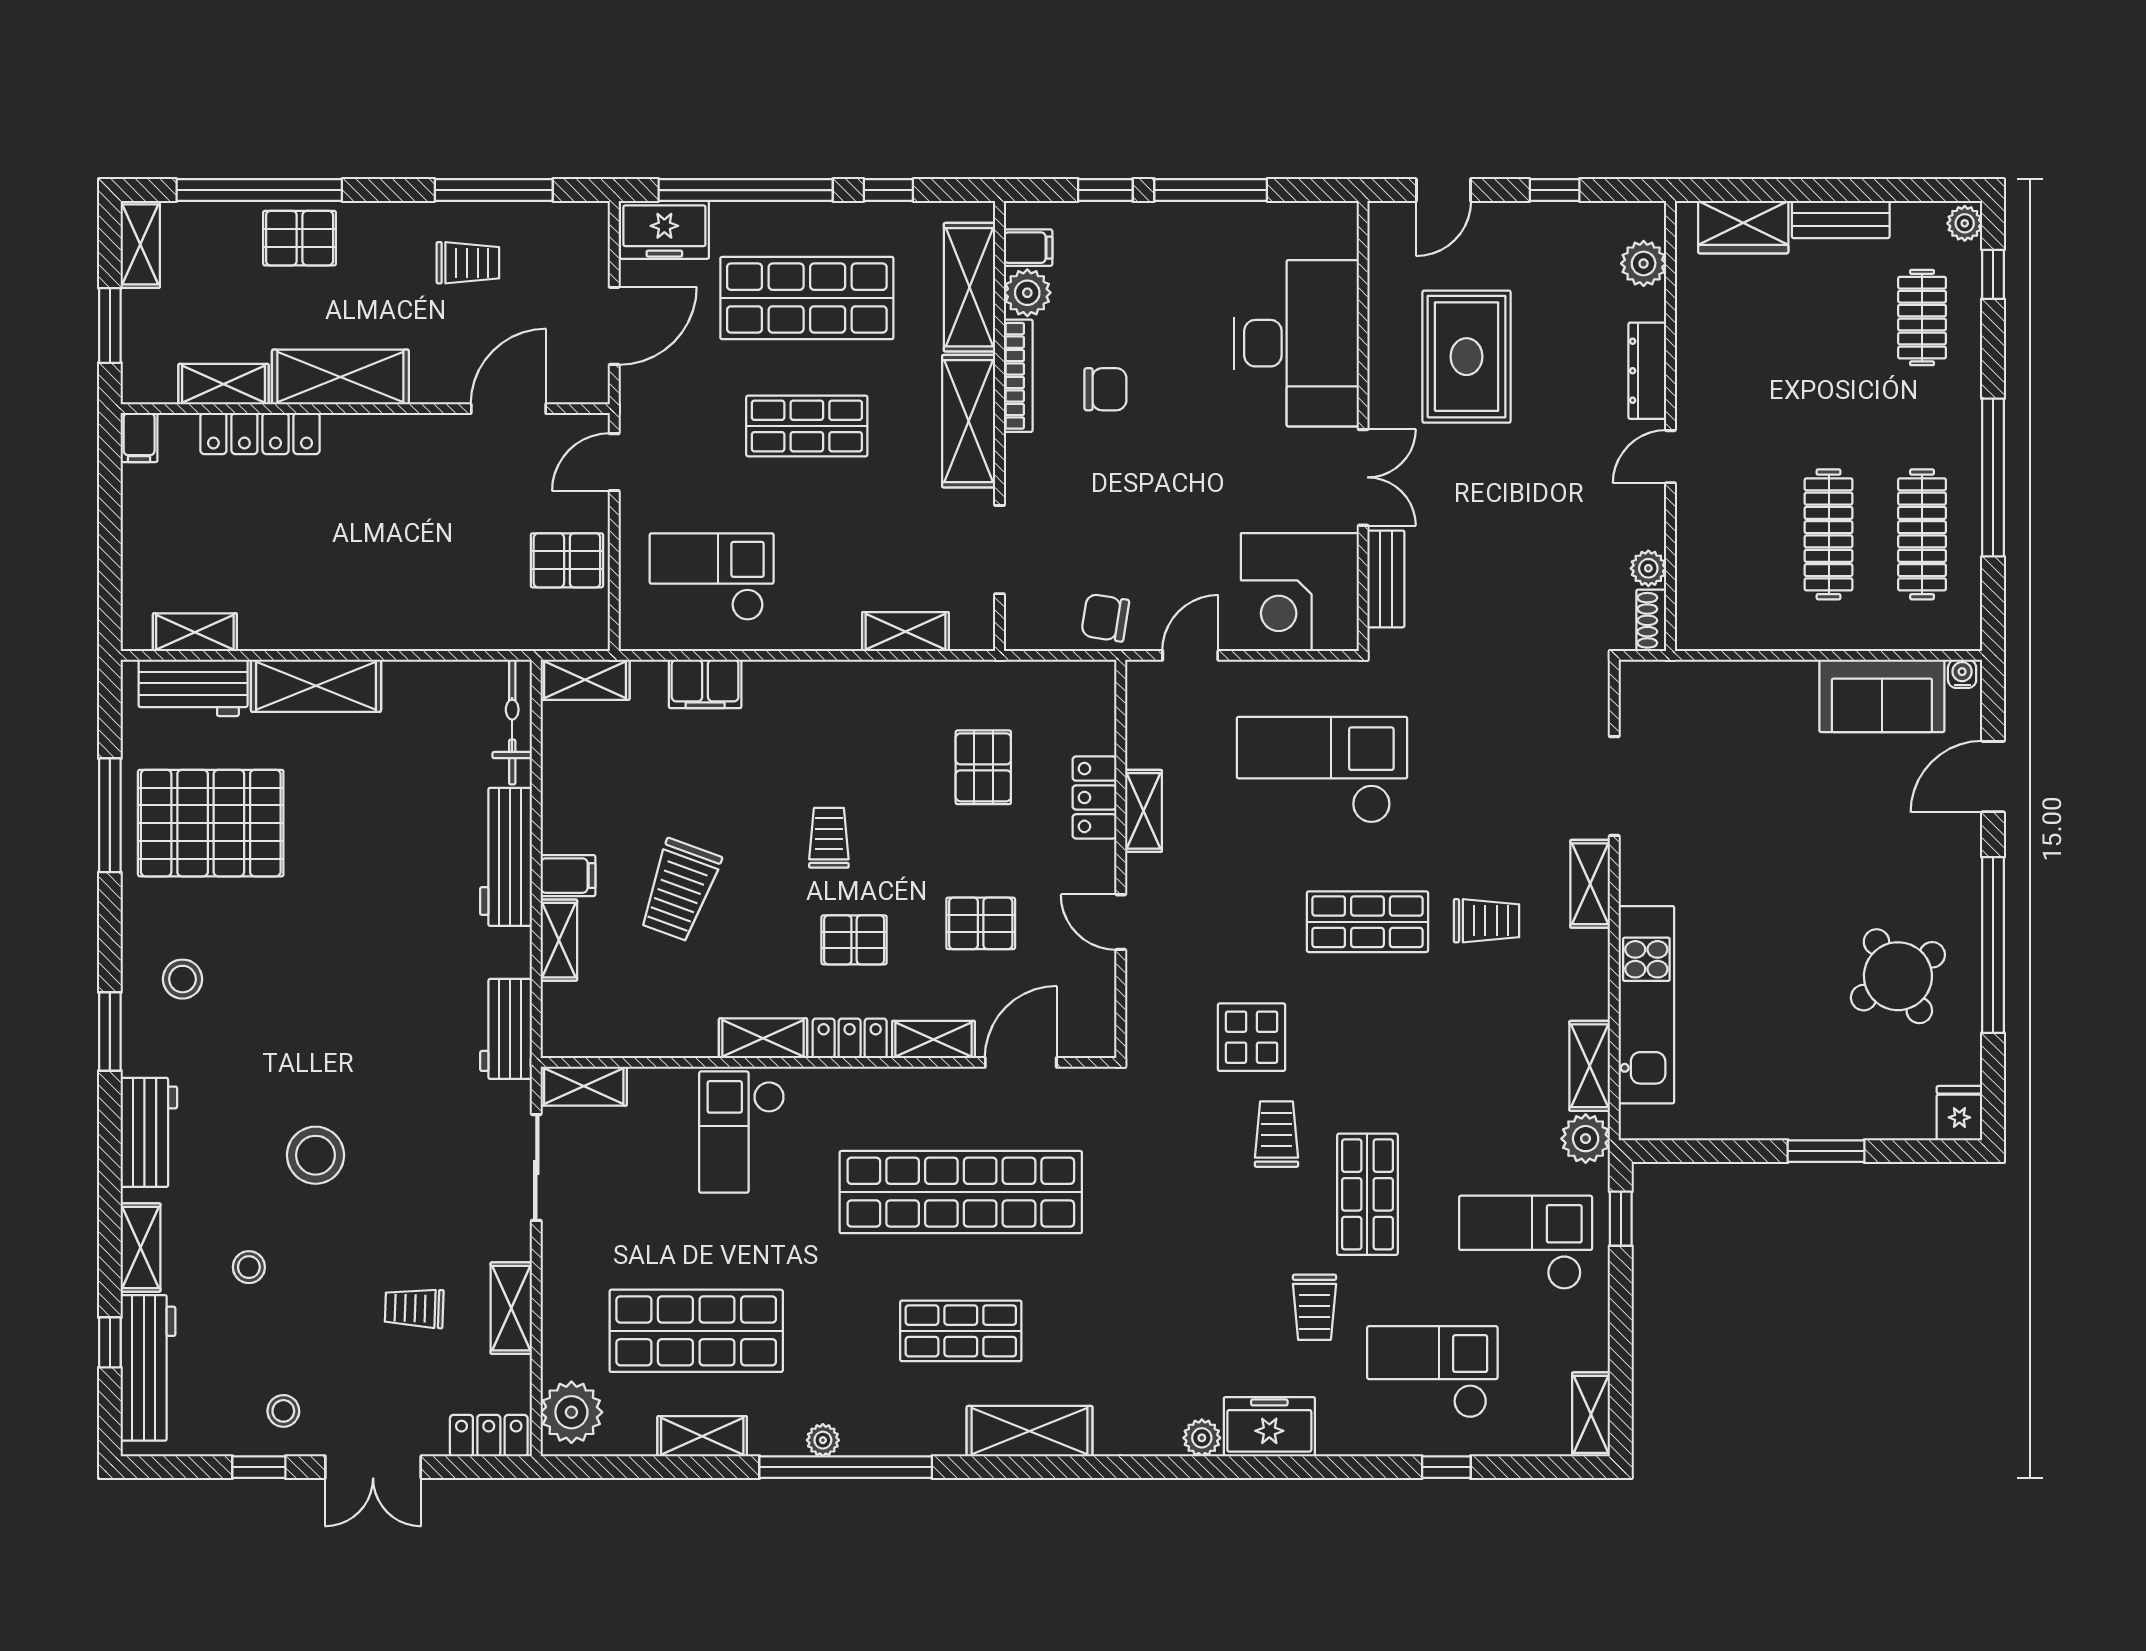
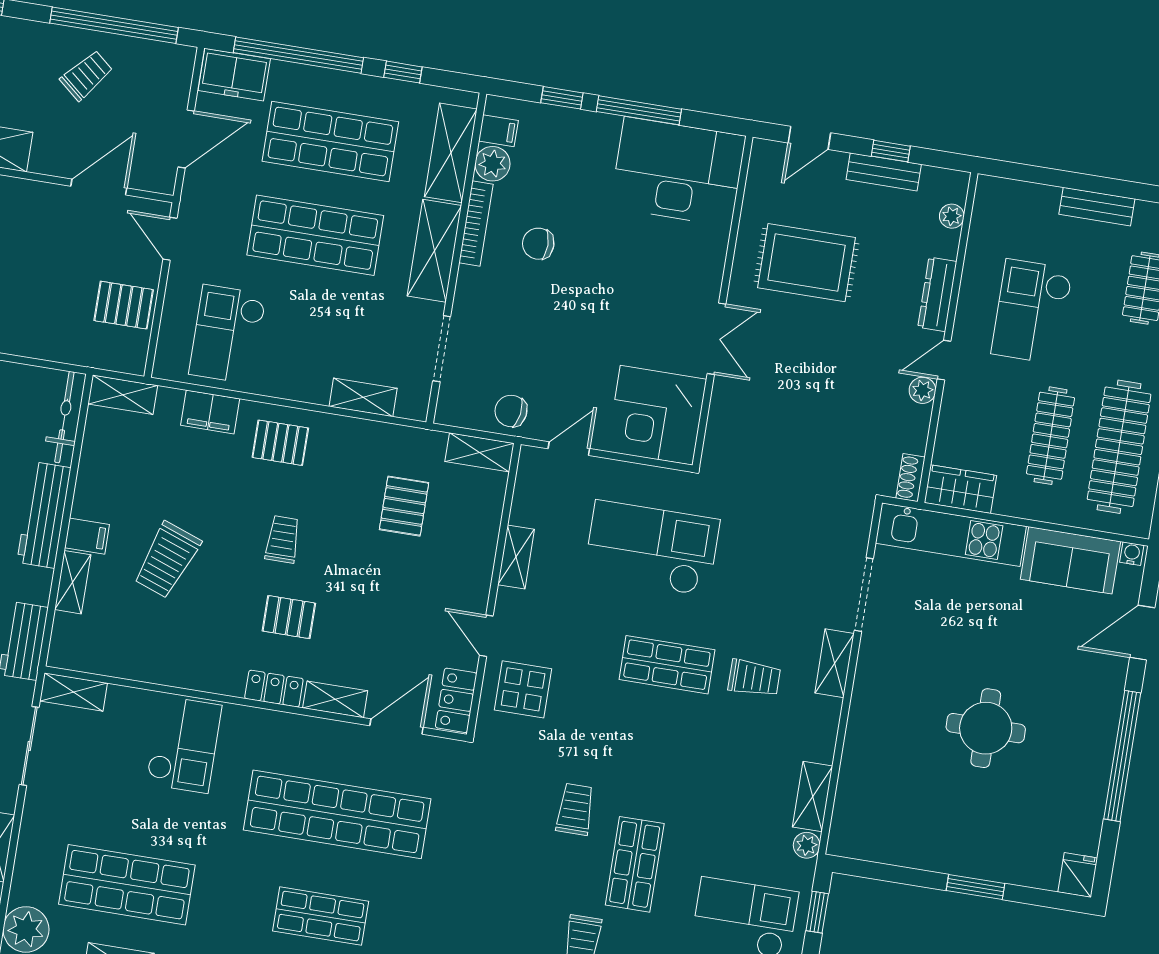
window: (494, 190) -> (114, 25), width x1.46
wardrobe: (1743, 227) -> (960, 489), moved, turned 180
trolley: (468, 263) -> (86, 75), turned -50
plant: (1644, 263) -> (952, 216), width x0.73, depth x0.73
desk: (1297, 343) -> (678, 172), moved, turned -90
rug: (1466, 357) -> (807, 263), turned 90
checkout: (1777, 373) -> (1032, 312), added
chair: (1105, 389) -> (538, 244), turned 180
shop shelf: (807, 426) -> (315, 235), width x1.43, depth x1.36
door: (614, 462) -> (170, 239), hinge flipped
clothes rail: (1922, 534) -> (1119, 447), width x1.37, depth x1.31
plant: (1648, 568) -> (922, 390), moved
checkout: (712, 577) -> (228, 334), turned -90
bench: (1386, 579) -> (884, 172), moved, turned 90
locker: (1094, 797) -> (456, 700), moved
pallet: (981, 923) -> (280, 443), moved
round table: (1898, 976) -> (986, 728), moved, turned 32
kitchen unit: (1646, 1005) -> (951, 535), moved, turned 90
display table: (1252, 1037) -> (523, 689), moved
shelving: (763, 1038) -> (480, 452), moved
checkout: (742, 1132) -> (184, 745), turned 180
plant: (1586, 1139) -> (807, 845), width x0.73, depth x0.73

